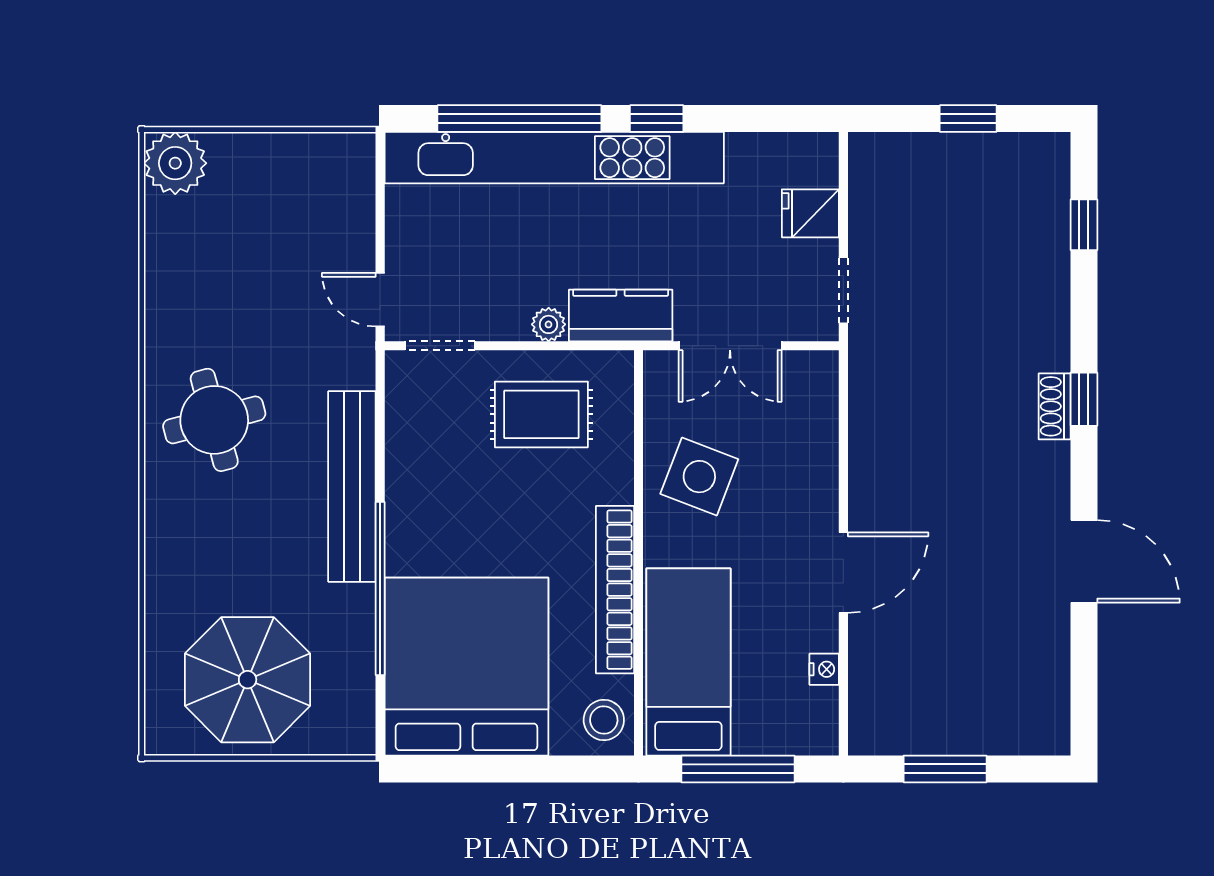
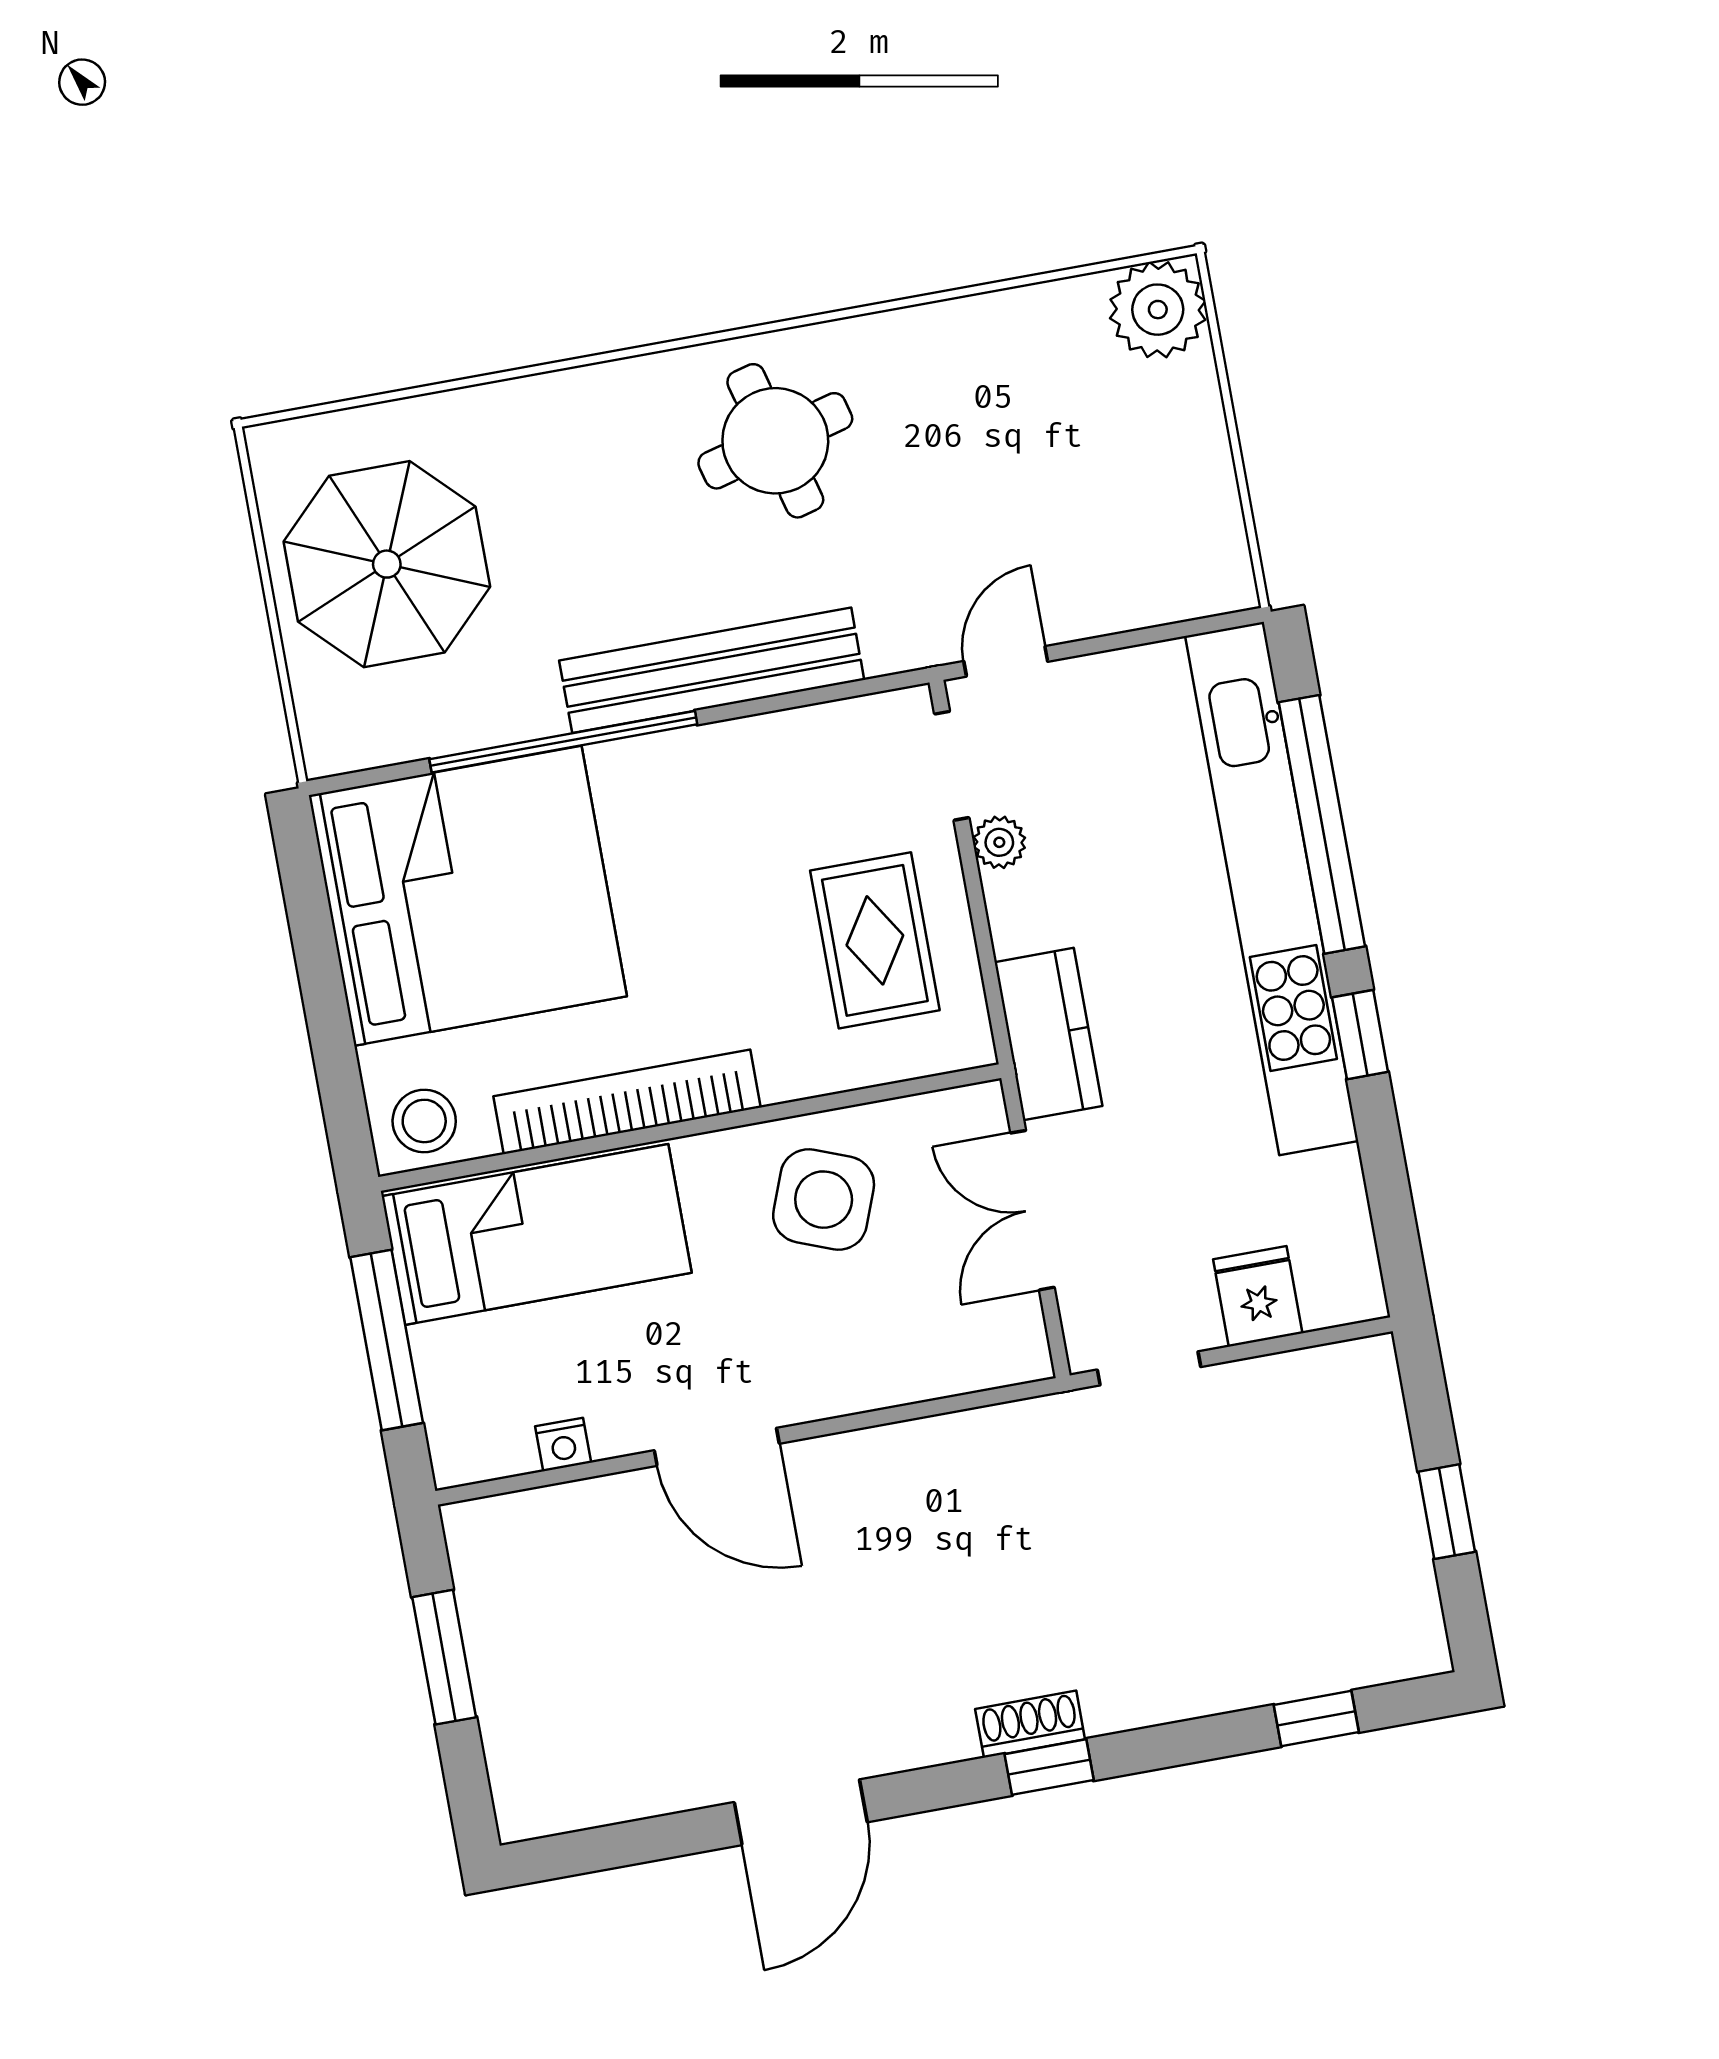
plant: (549, 324) -> (999, 842), moved

